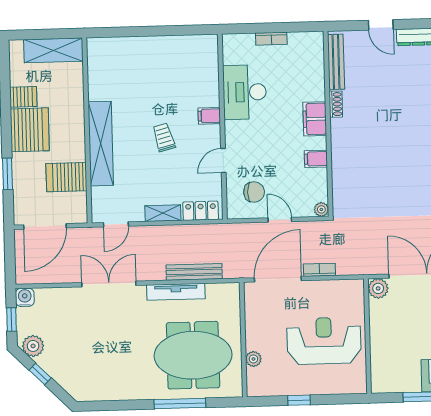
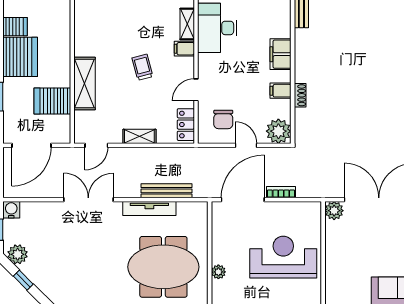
shelving: (212, 89) -> (187, 24), added
shoe rack: (336, 104) -> (300, 95), moved
shelving: (101, 144) -> (85, 83), width x0.68
chair: (254, 192) -> (223, 119), turned 90
plant: (321, 209) -> (278, 131), width x1.88, depth x1.88
locker: (201, 211) -> (186, 125), moved, turned -90

